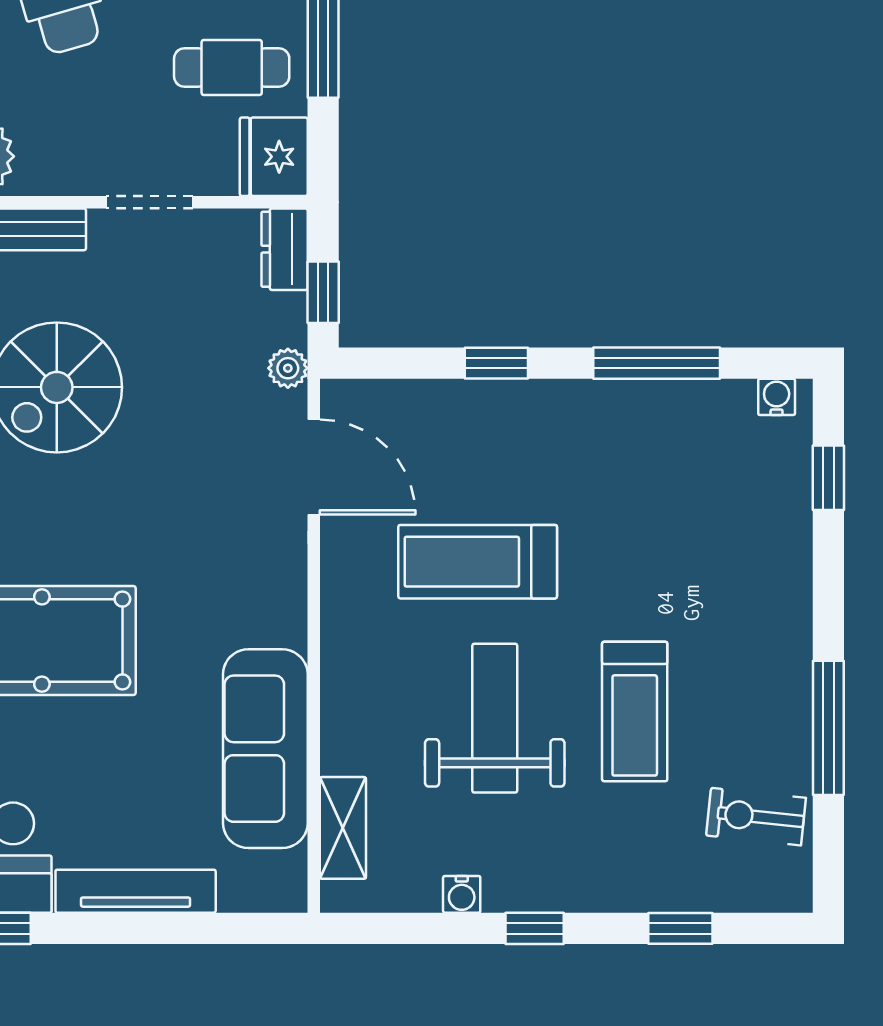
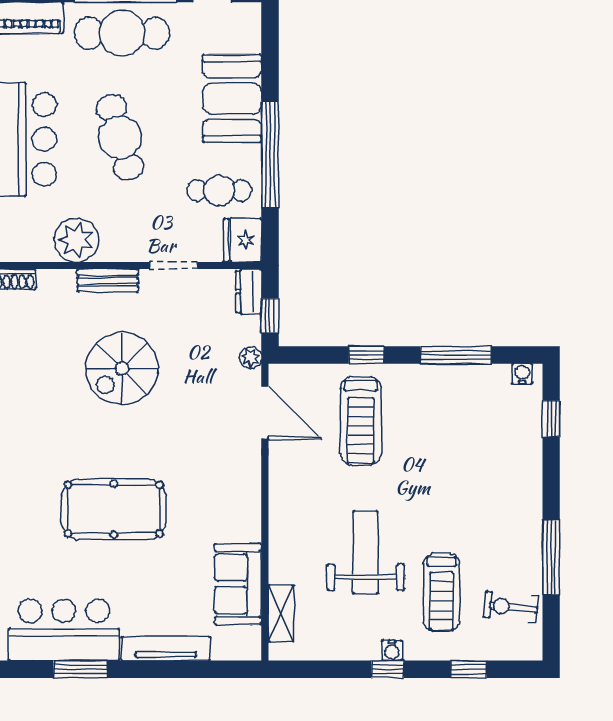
treadmill: (478, 562) -> (361, 421), moved, turned -90
treadmill: (635, 711) -> (442, 592), moved
sofa: (265, 749) -> (238, 584), width x0.73
water cooler: (462, 894) -> (392, 650), moved

